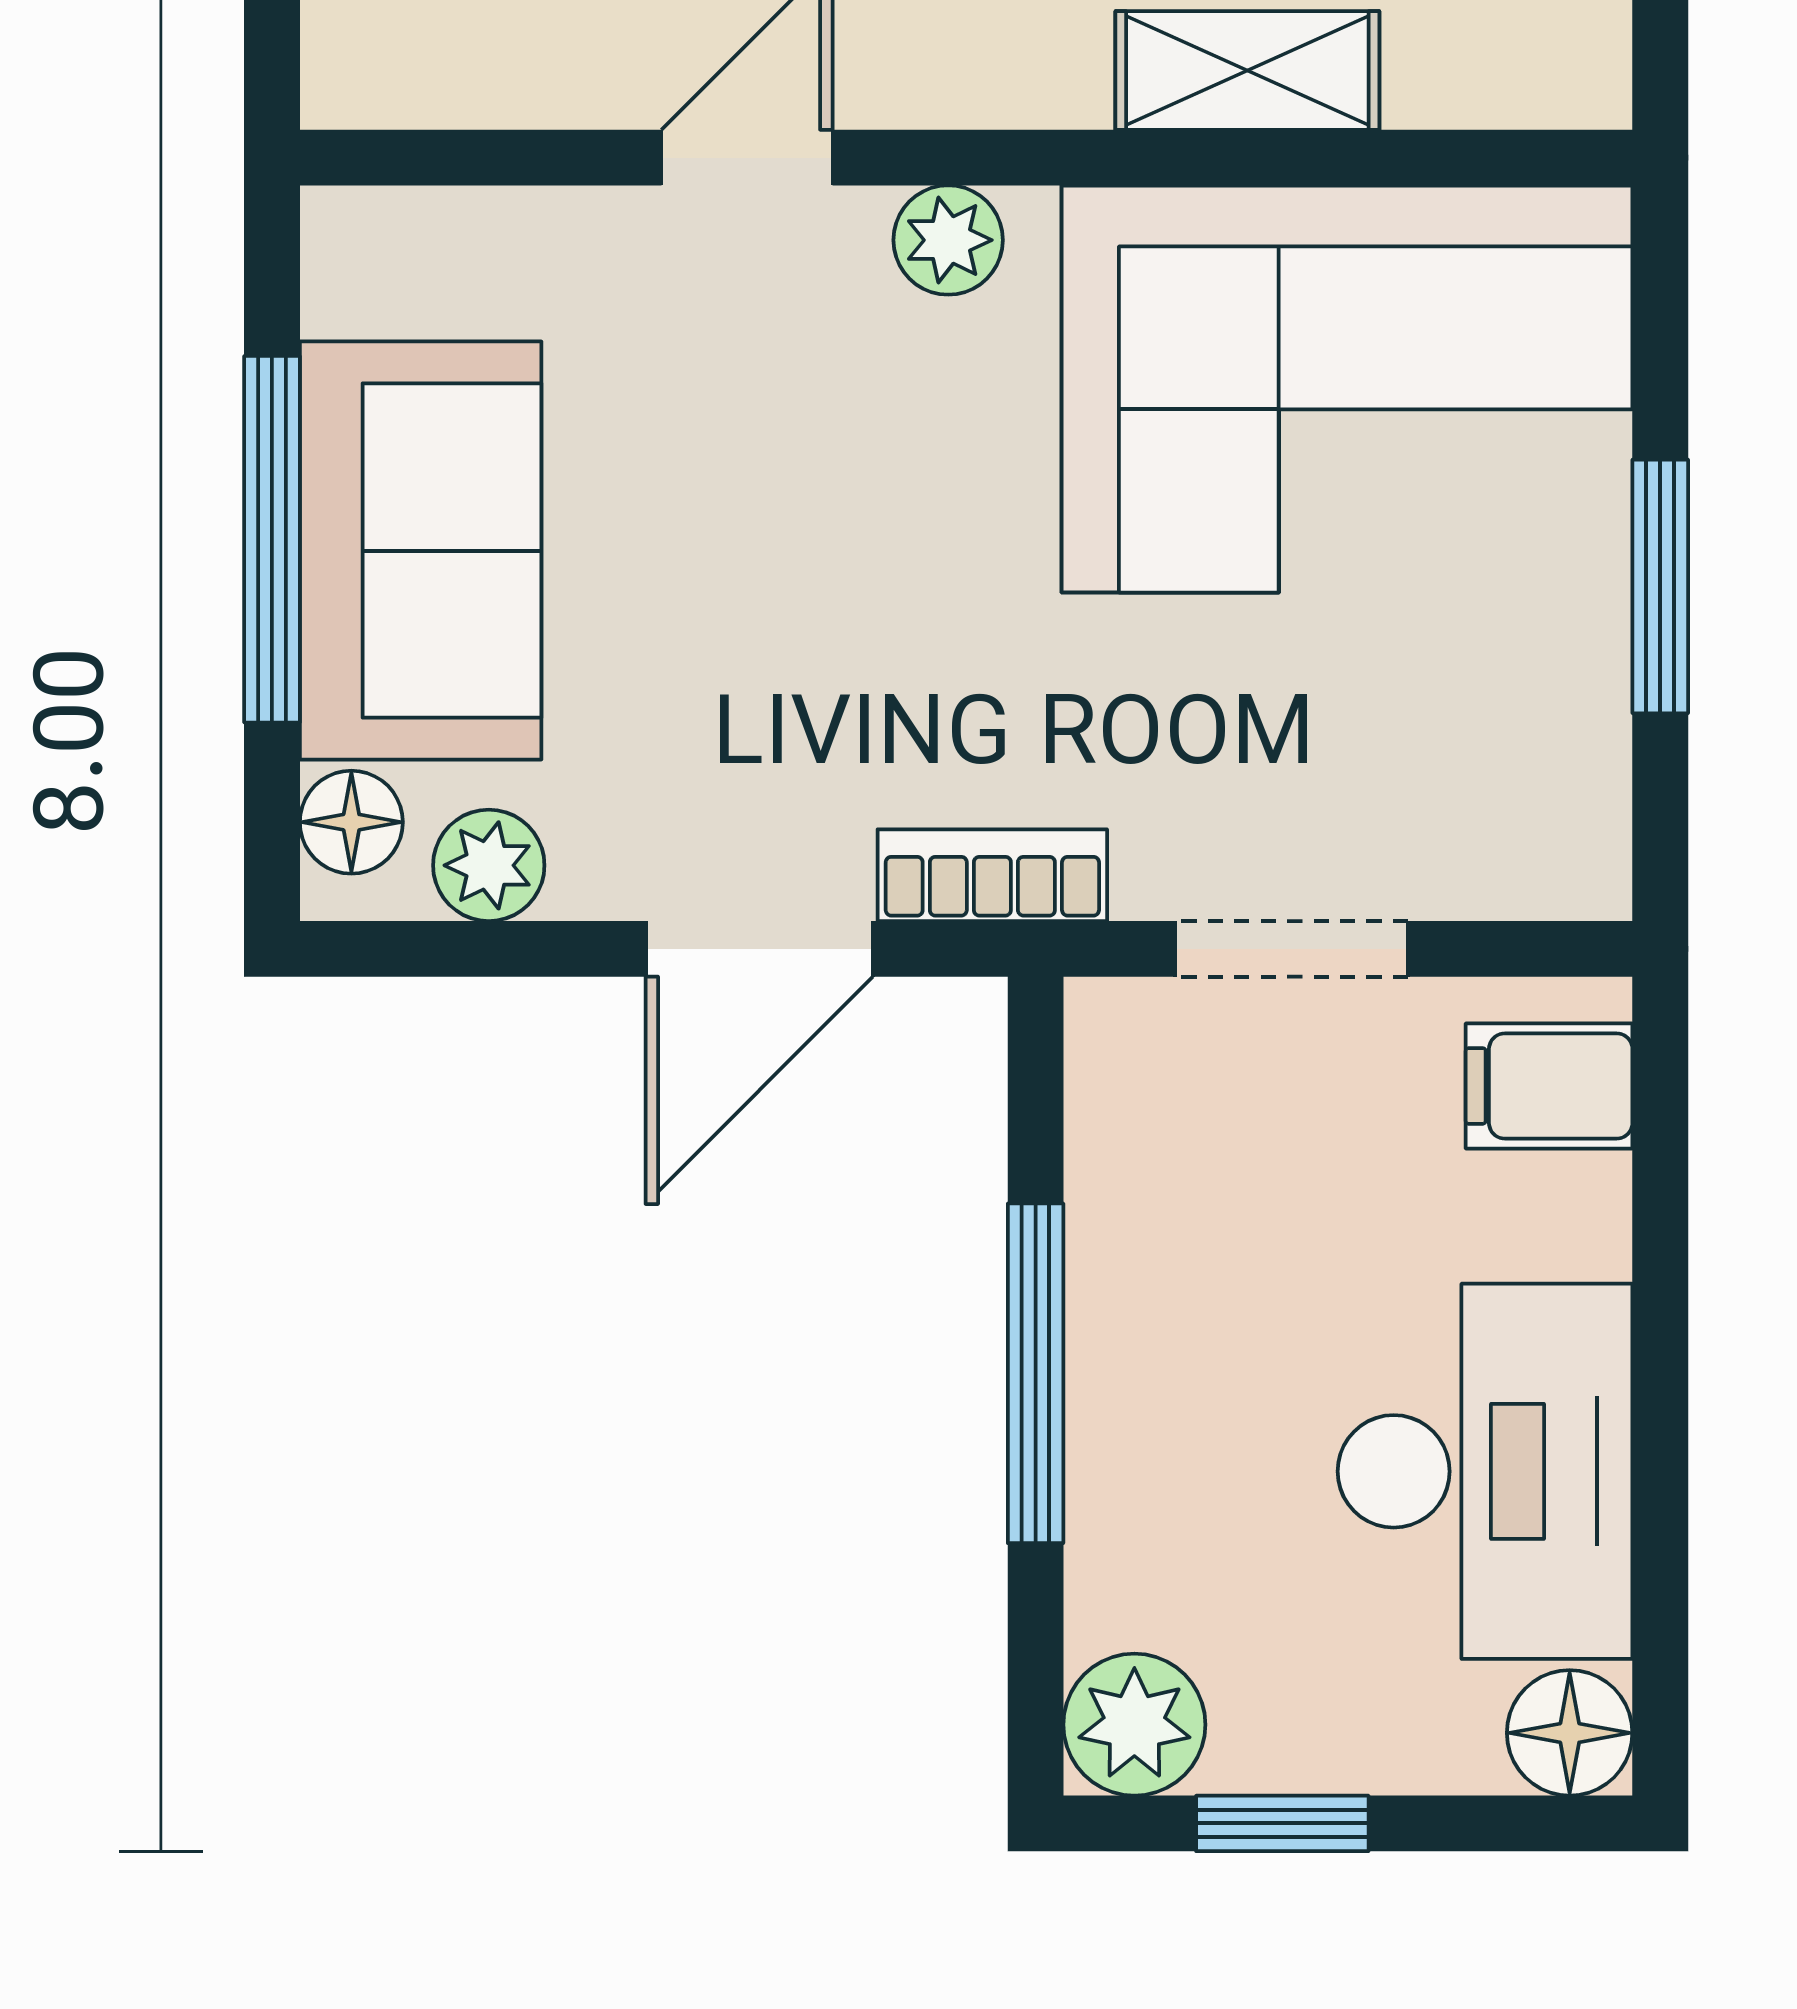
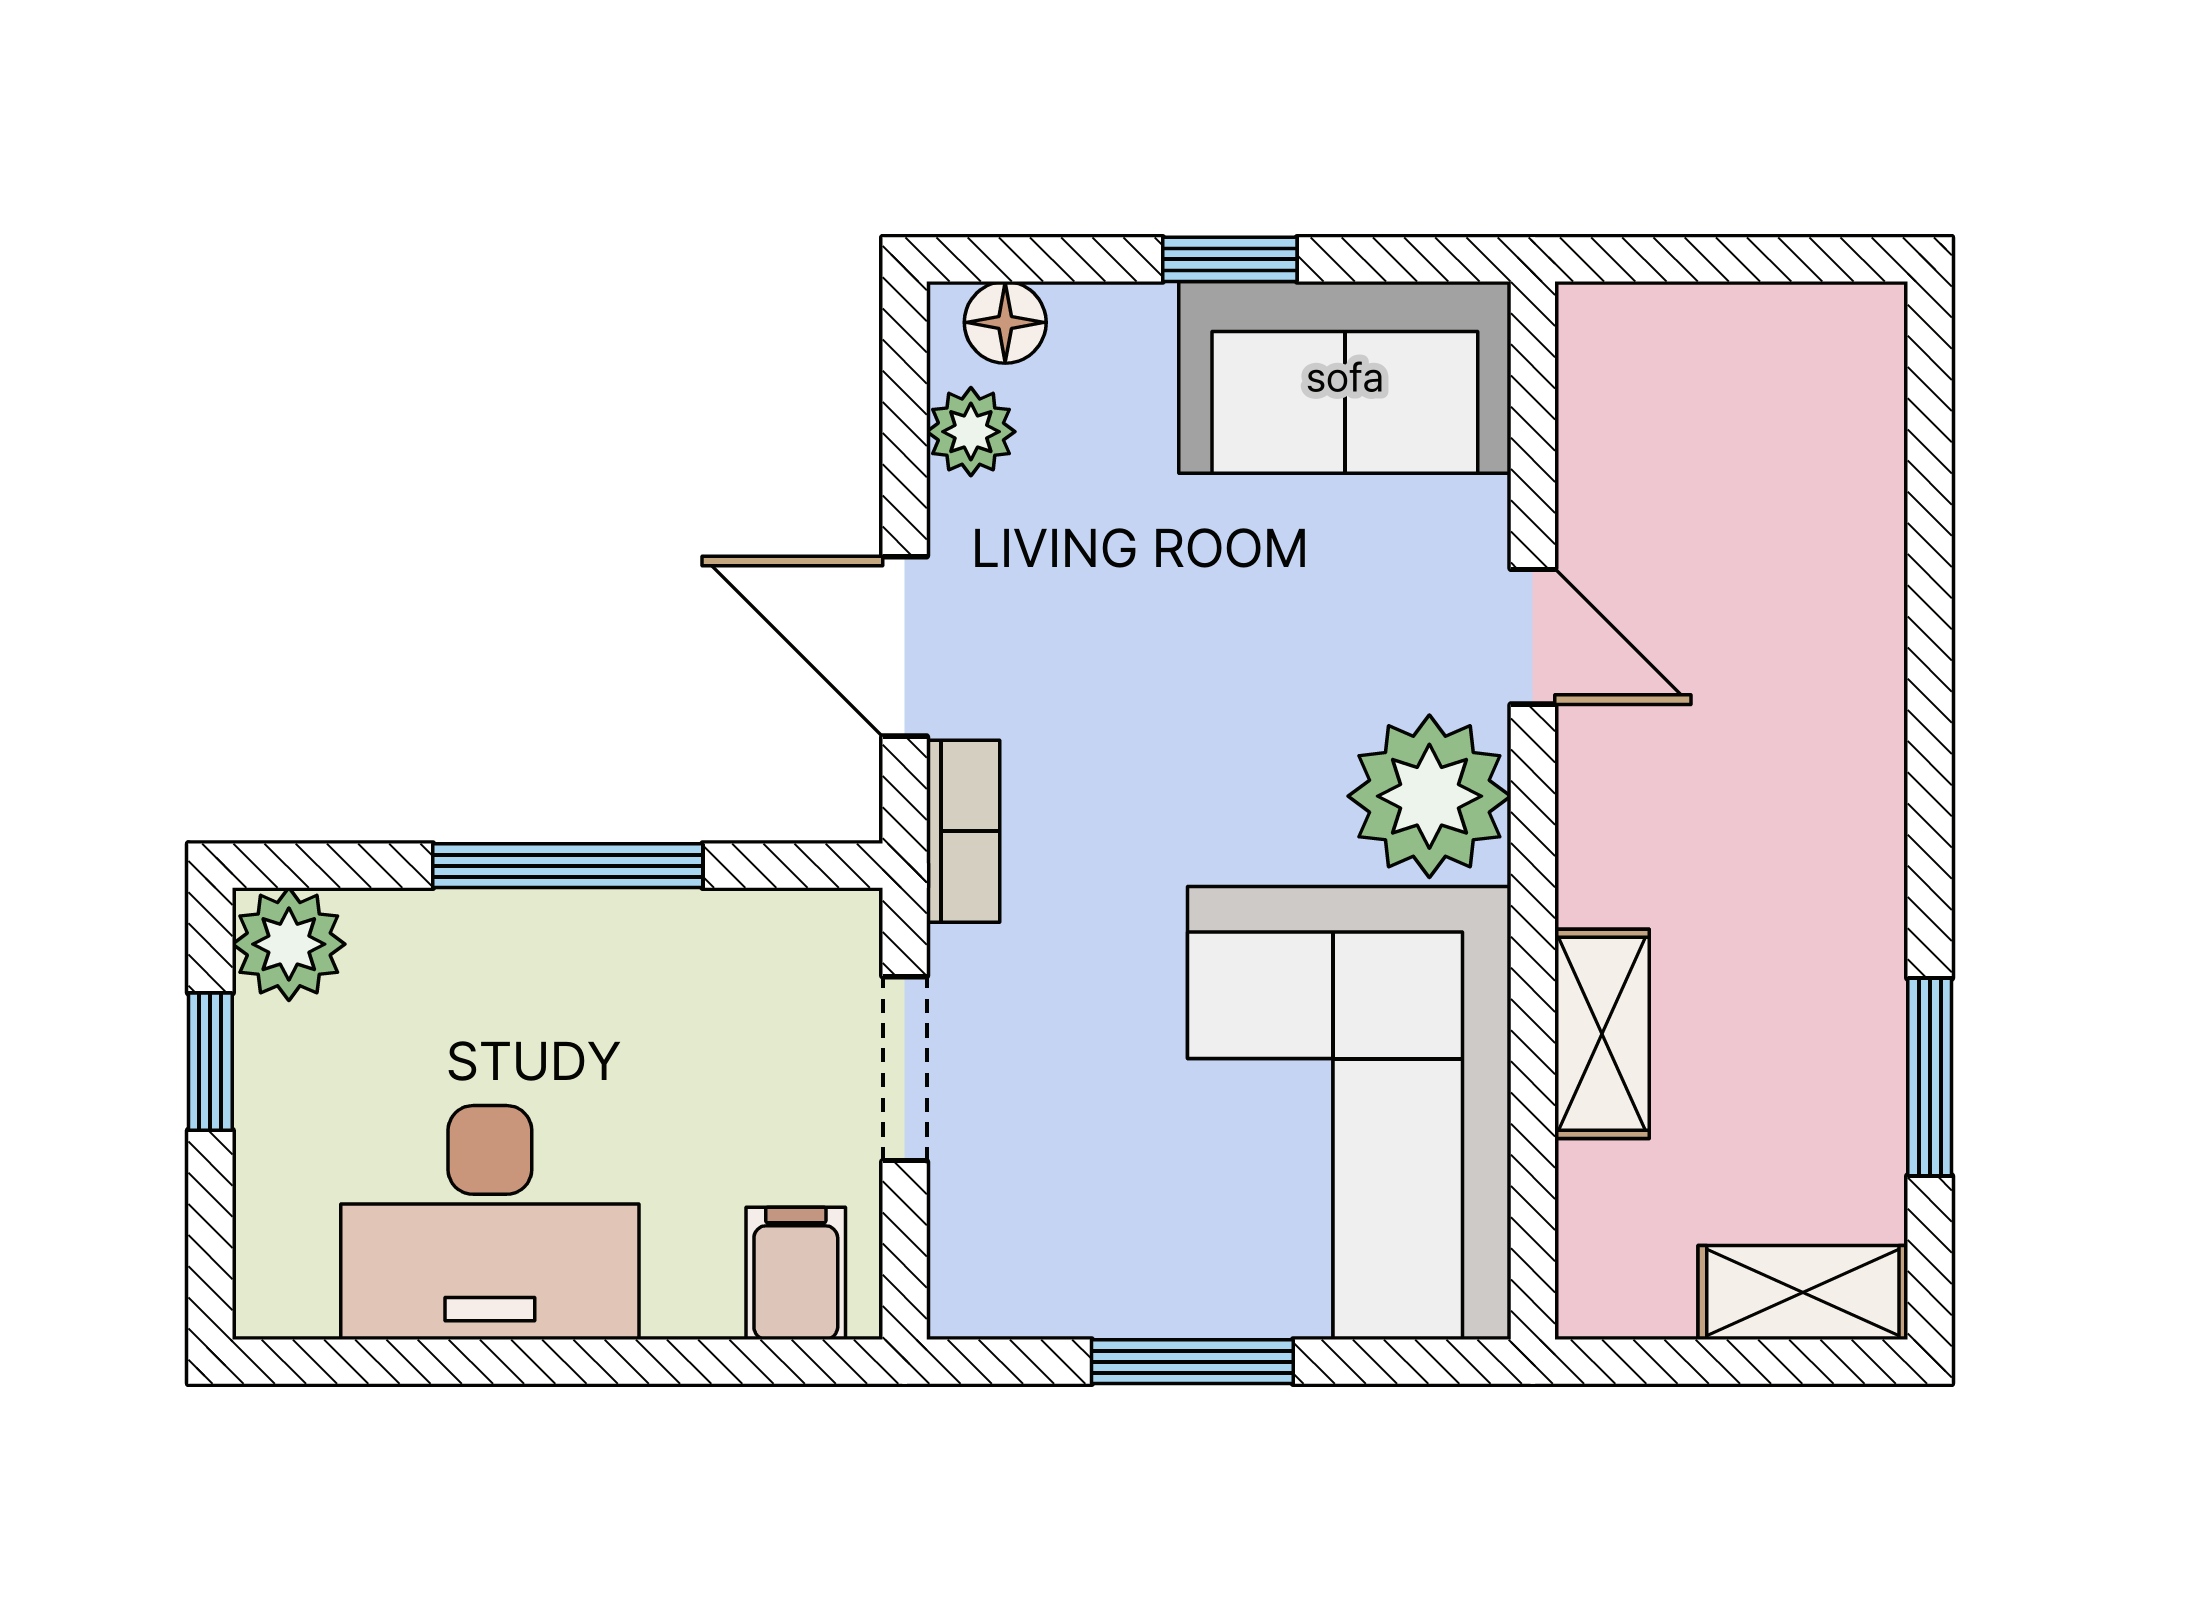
plant: (948, 240) -> (1429, 796), width x1.87, depth x1.87
window: (272, 539) -> (1230, 259), width x0.46
sofa: (421, 551) -> (1345, 377), moved
floor lamp: (1570, 1733) -> (282, 1290), removed

